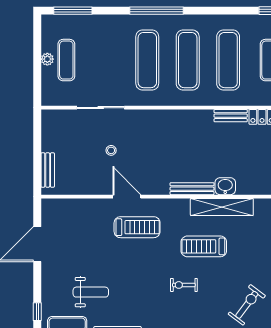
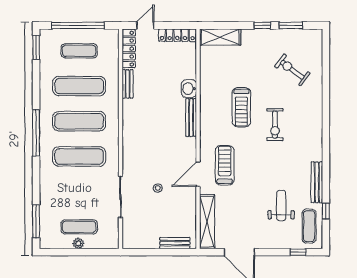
window: (157, 11) -> (36, 133), moved
shelving: (222, 207) -> (207, 222), moved
exercise bike: (184, 285) -> (275, 125), width x1.38, depth x1.39

